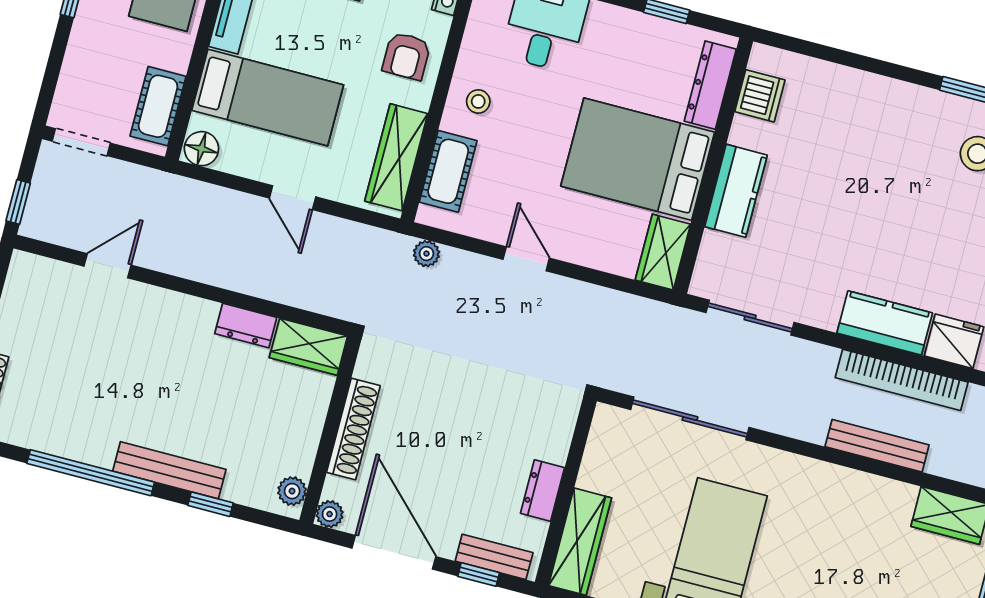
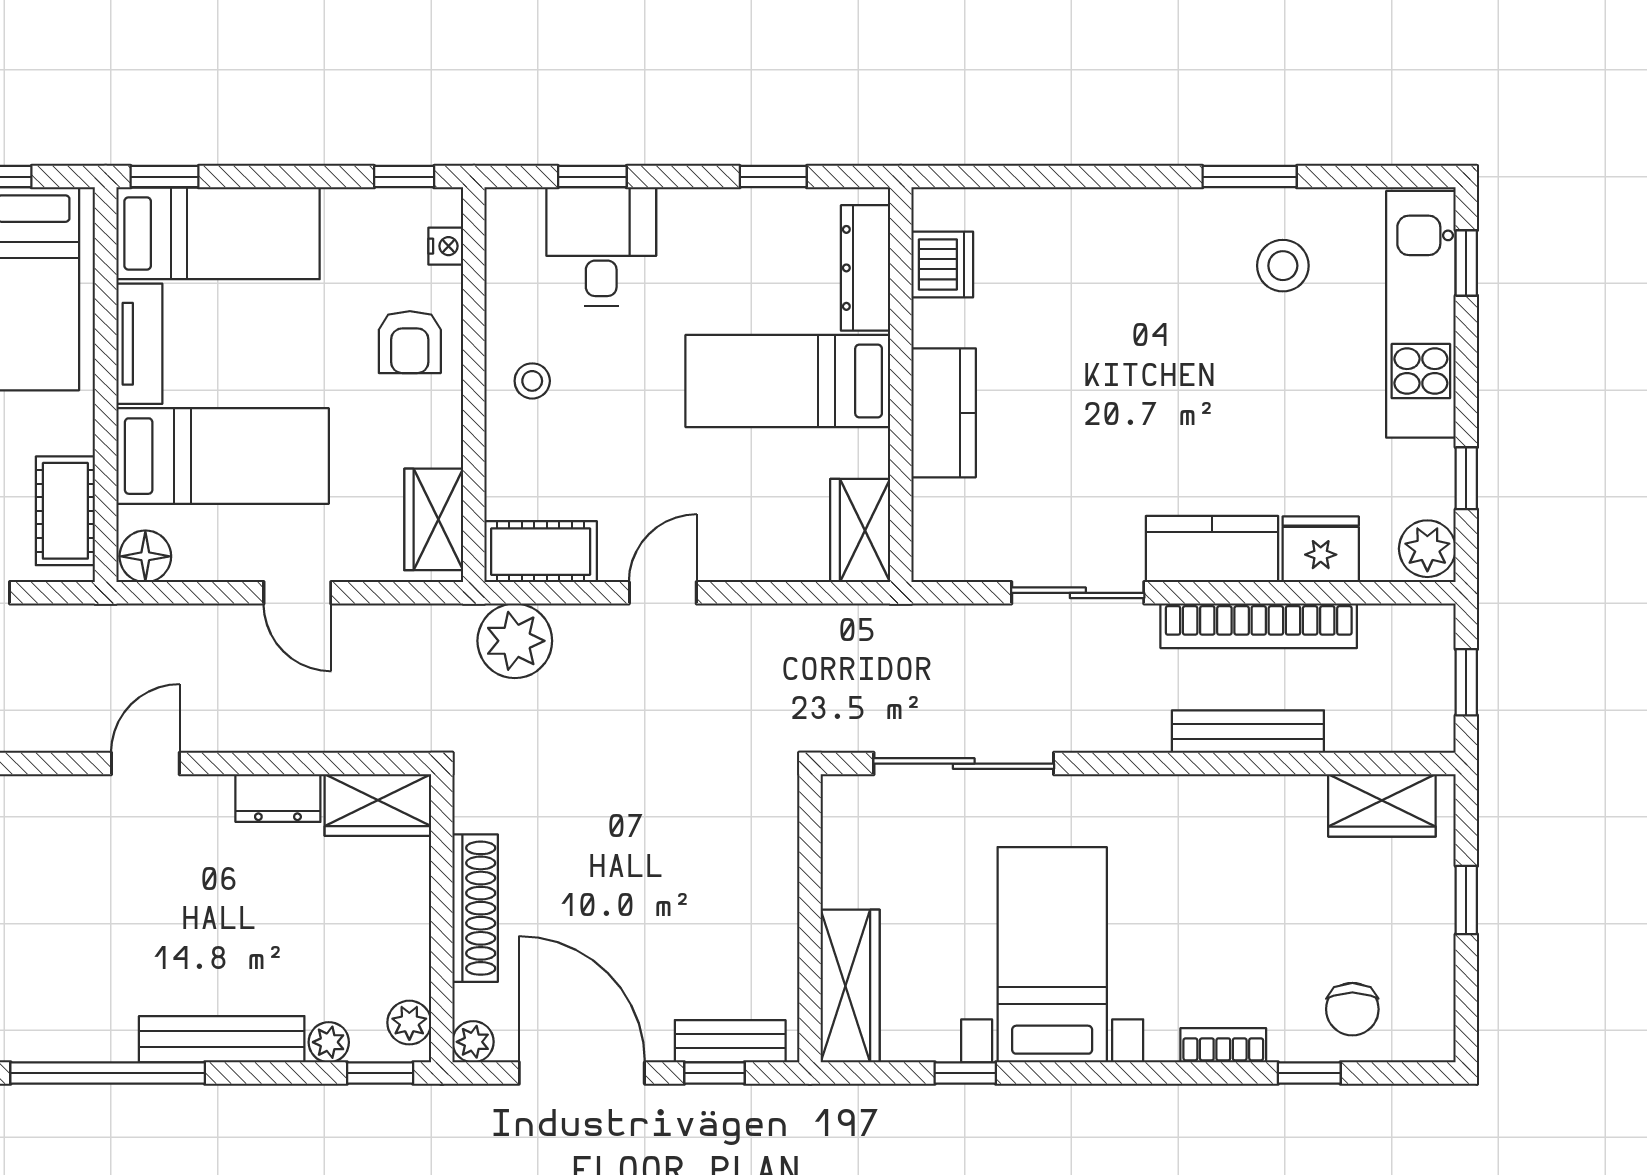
wardrobe: (396, 157) -> (434, 519), width x0.67
bed: (638, 159) -> (788, 381), width x0.67
cot: (448, 171) -> (541, 552), moved, turned 90
plant: (426, 254) -> (515, 641), width x1.88, depth x1.88
door: (526, 259) -> (663, 593), hinge flipped
door: (107, 266) -> (145, 764), moved
sliding door: (750, 318) -> (1078, 593), moved
plant: (237, 490) -> (329, 1042), added
dresser: (543, 491) -> (776, 926), removed
window: (210, 504) -> (380, 1073), moved

